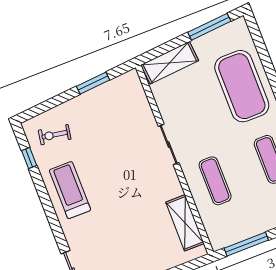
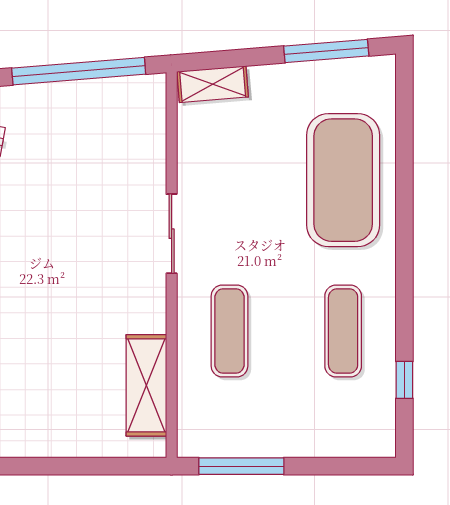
shelving: (170, 63) -> (213, 84), width x0.67, depth x0.75
window: (93, 83) -> (79, 71), width x2.11

